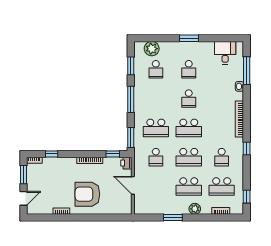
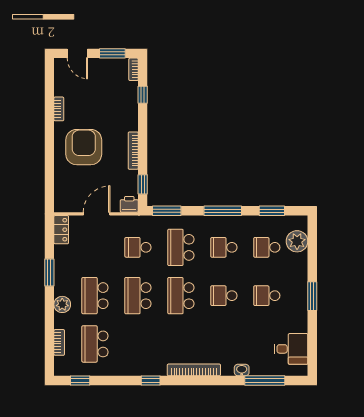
school desk: (222, 157) -> (224, 247), moved
locker: (144, 210) -> (61, 230), added

